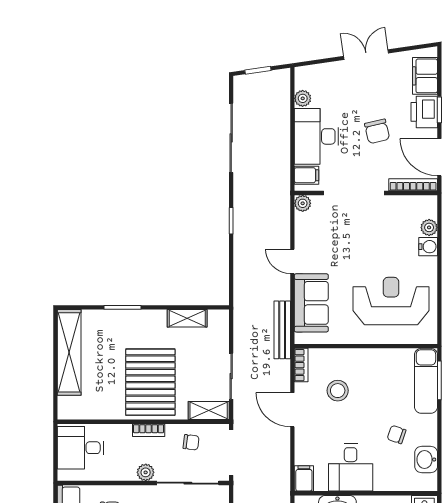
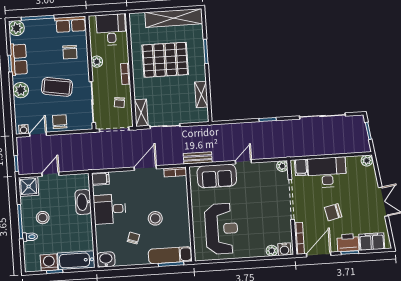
plant: (303, 98) -> (367, 161), moved
water cooler: (428, 247) -> (284, 249), moved
bench: (282, 330) -> (198, 158), width x0.73
pallet: (150, 382) -> (165, 60), moved
stool: (338, 391) -> (155, 218), moved
washbasin: (426, 460) -> (106, 259), moved
plant: (146, 472) -> (97, 62), moved

